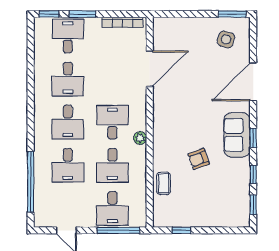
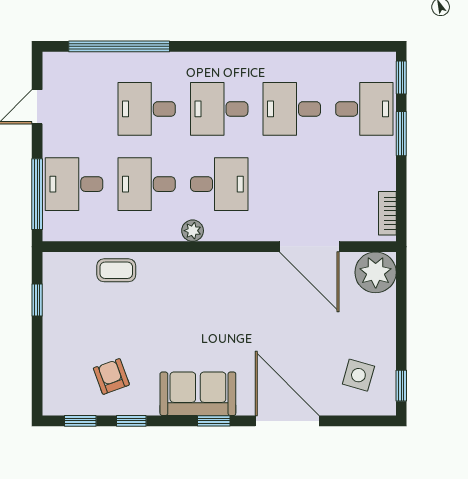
window: (232, 14) -> (401, 386), width x0.67
bookcase: (123, 22) -> (387, 213), width x0.64
plant: (165, 29) -> (376, 272), added
window: (253, 138) -> (214, 421), moved
armchair: (199, 159) -> (111, 376), moved

